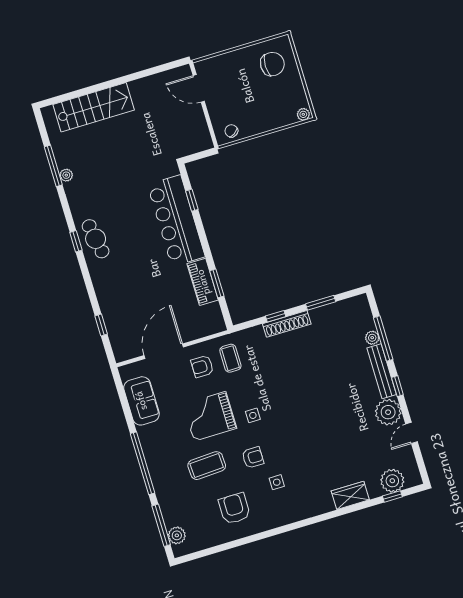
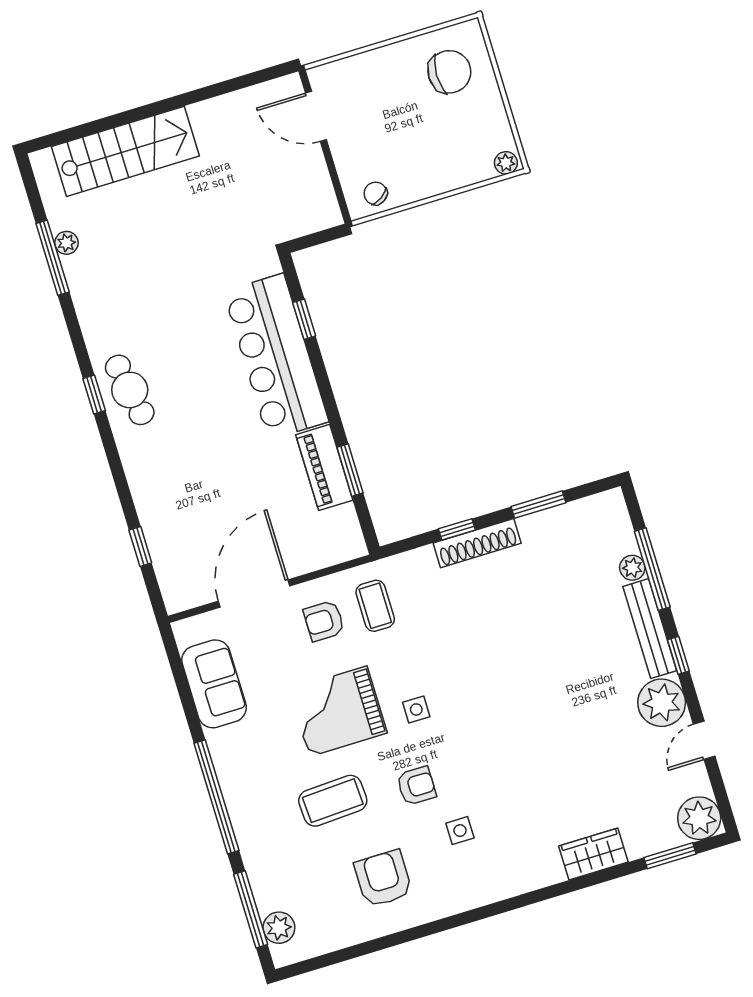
plant: (66, 175) -> (66, 243), moved
plant: (392, 481) -> (699, 818), moved
window: (392, 496) -> (670, 856), width x1.50

